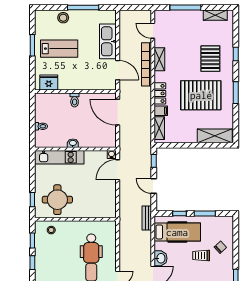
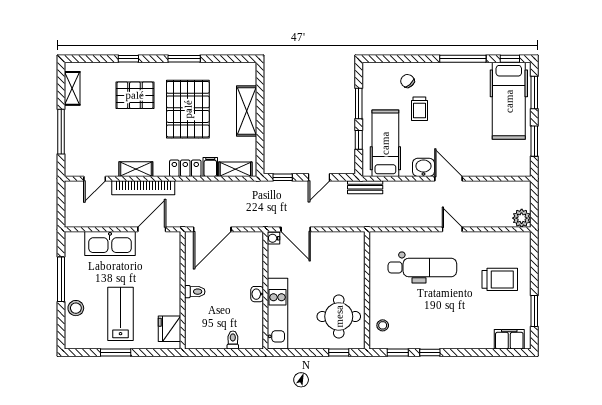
shelving: (215, 136) -> (247, 111), moved

